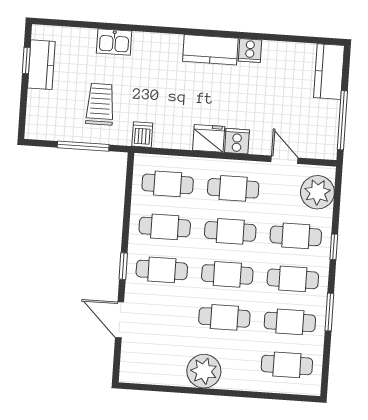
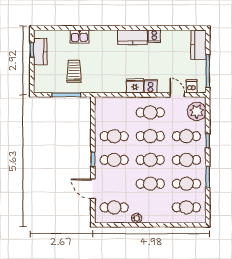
dishwasher: (142, 135) -> (192, 86), moved
cafe table: (168, 184) -> (114, 207), moved
plant: (204, 371) -> (137, 218), width x0.53, depth x0.53

